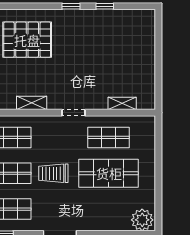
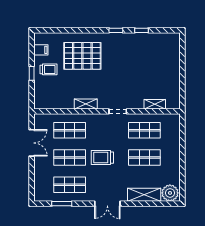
shop shelf: (109, 173) -> (144, 157), width x0.70, depth x0.74
shelving: (108, 222) -> (144, 195), added

